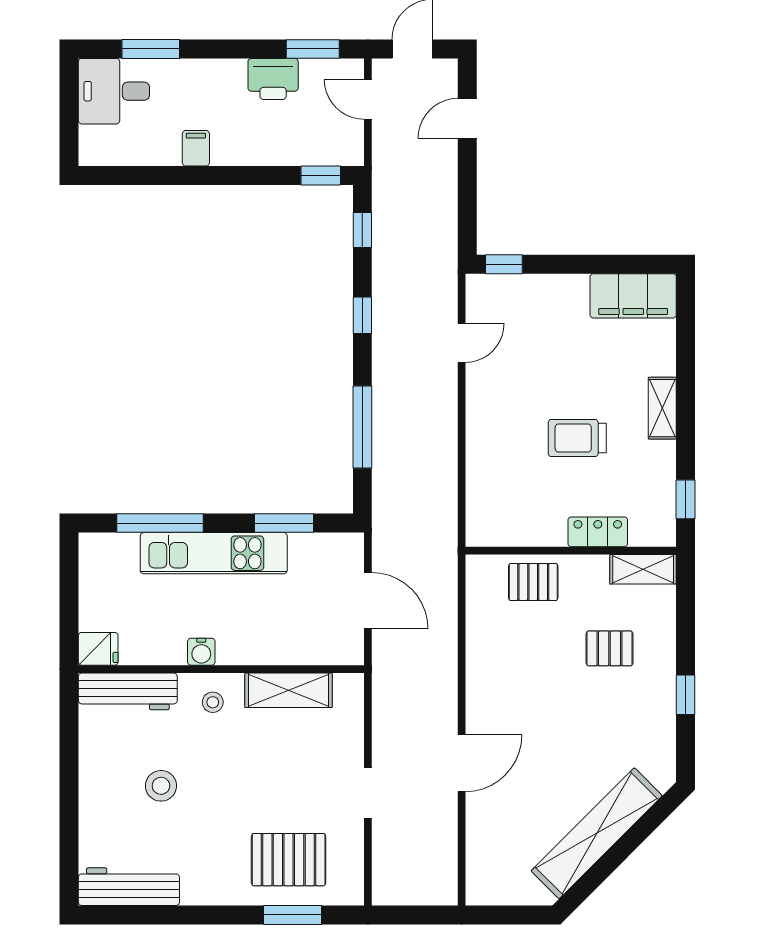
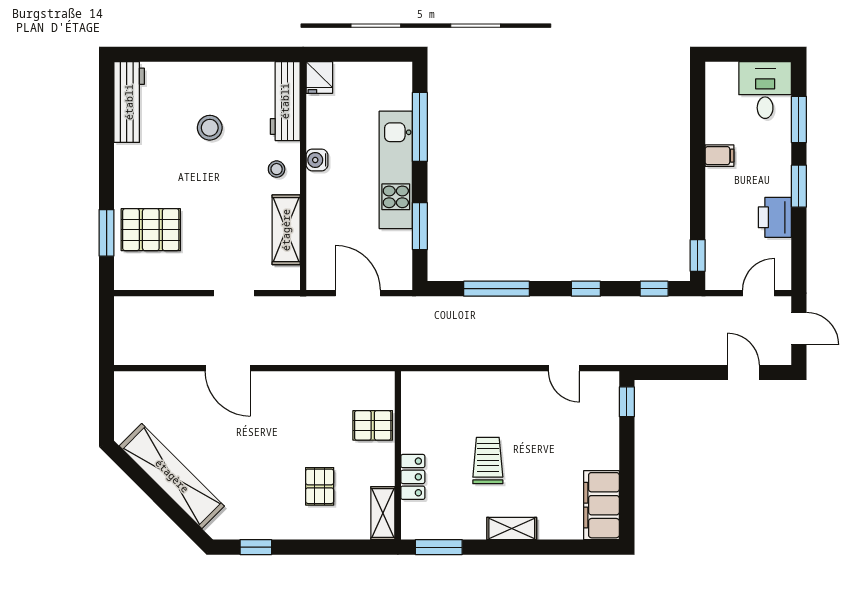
window: (313, 49) -> (799, 186), moved
window: (686, 499) -> (439, 547), width x1.50
pallet: (533, 582) -> (373, 425), turned 90
door: (368, 601) -> (358, 293), swing flipped
window: (686, 695) -> (256, 547), moved
doorway: (368, 793) -> (234, 293), moved
pallet: (289, 860) -> (151, 230), turned 90

